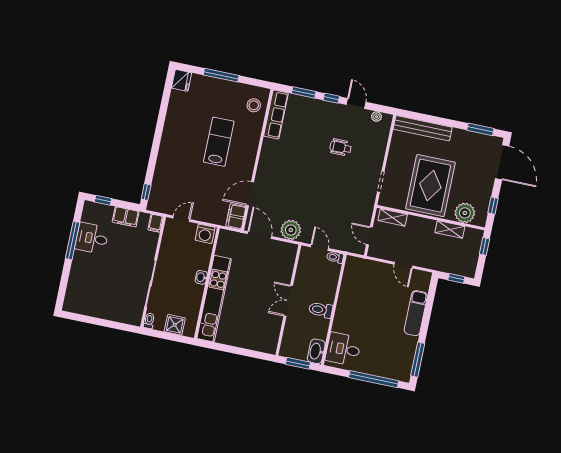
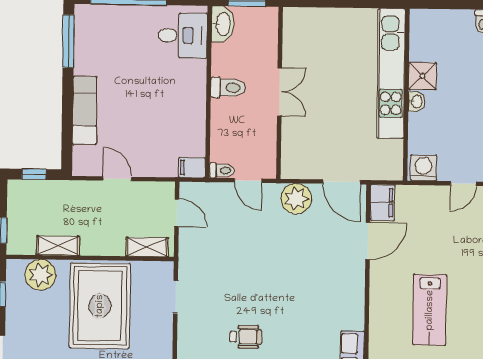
filing cabinet: (354, 263) -> (192, 168), added
shower: (175, 325) -> (422, 76), moved

